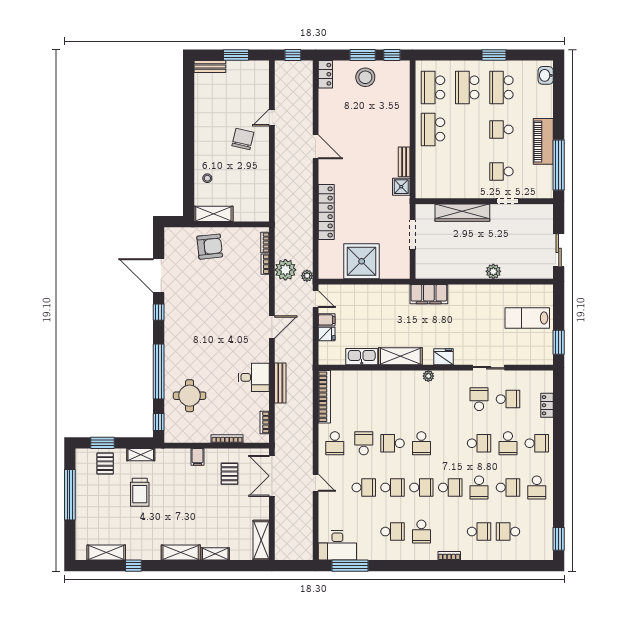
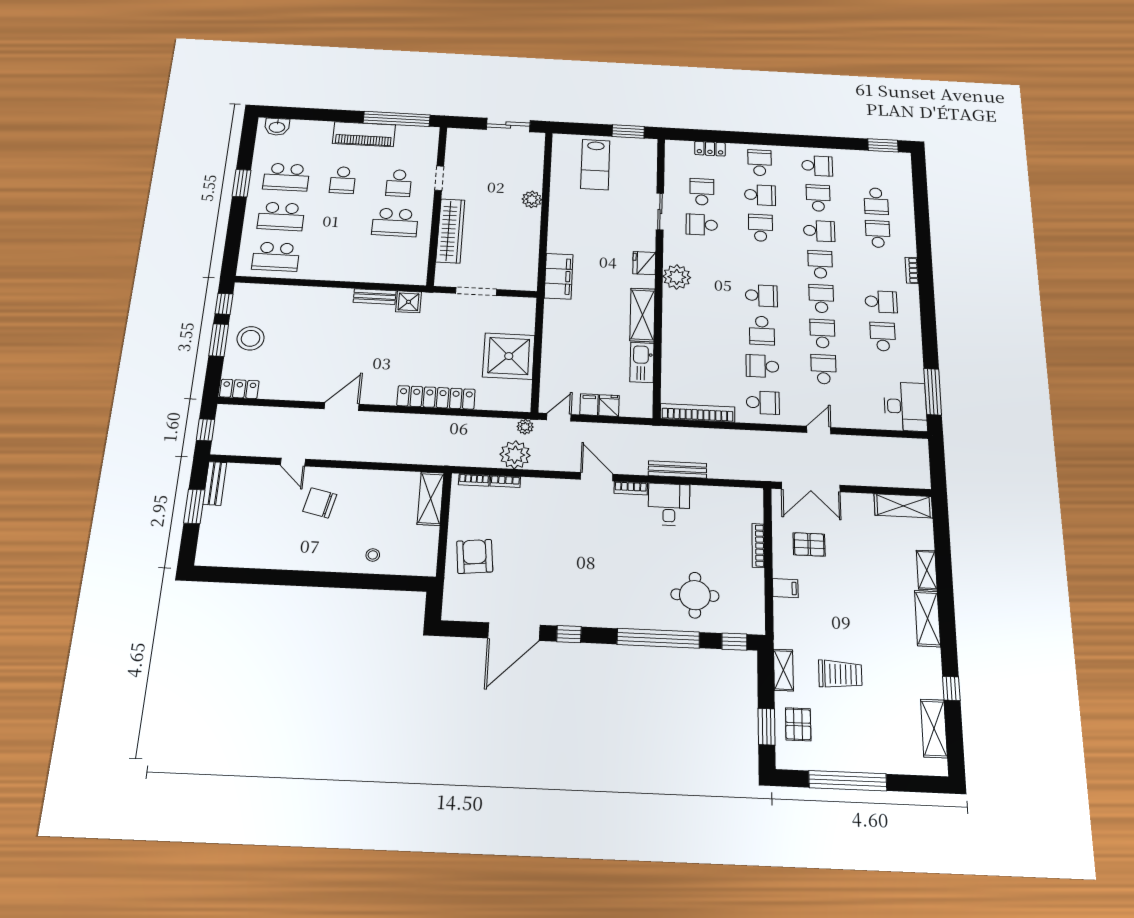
bench: (210, 66) -> (215, 483), moved
school desk: (433, 129) -> (395, 222), moved
shelving: (213, 214) -> (431, 499), moved
plant: (428, 376) -> (677, 277), width x1.87, depth x1.87
bookcase: (265, 422) -> (631, 488), moved
pallet: (105, 464) -> (798, 724), turned 90

